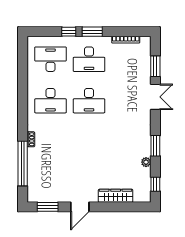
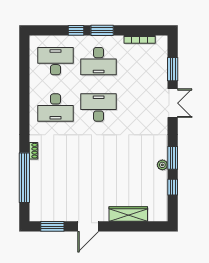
desk: (89, 101) -> (99, 108), turned 180
plant: (146, 162) -> (162, 165), moved
window: (155, 184) -> (173, 187), moved

